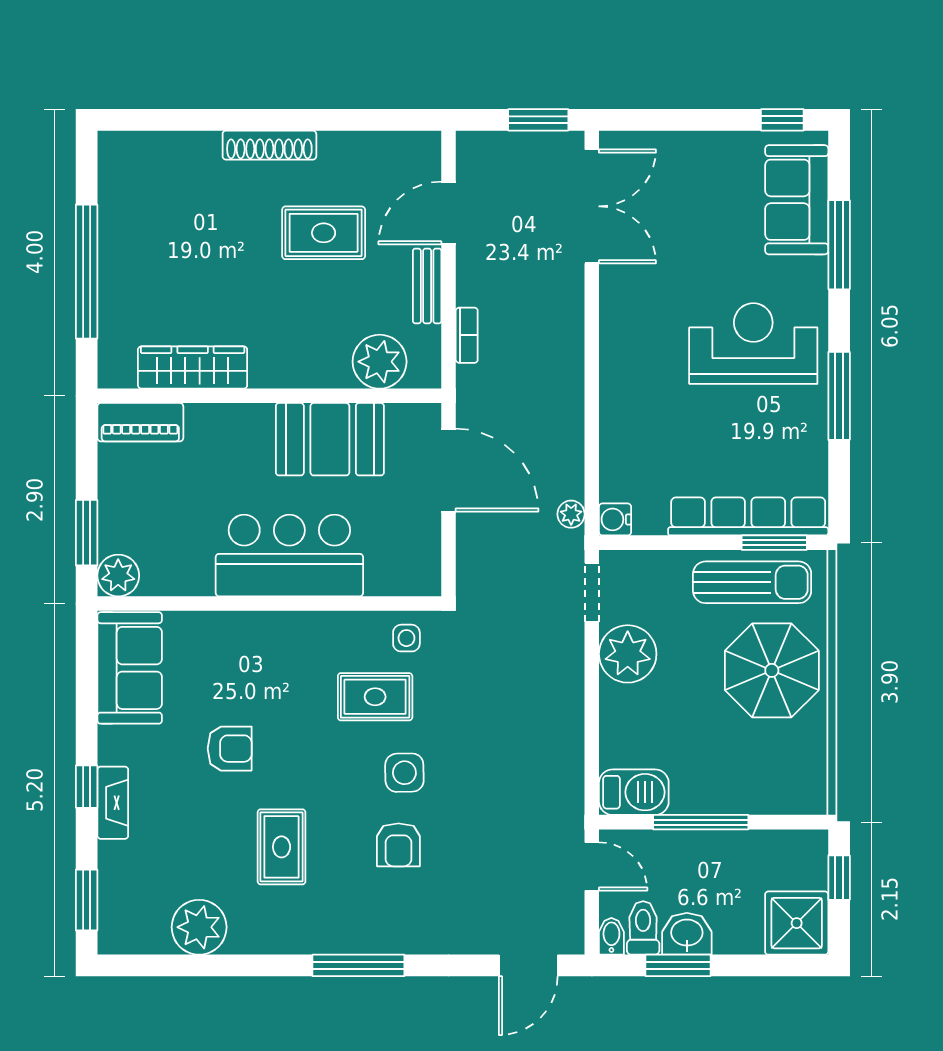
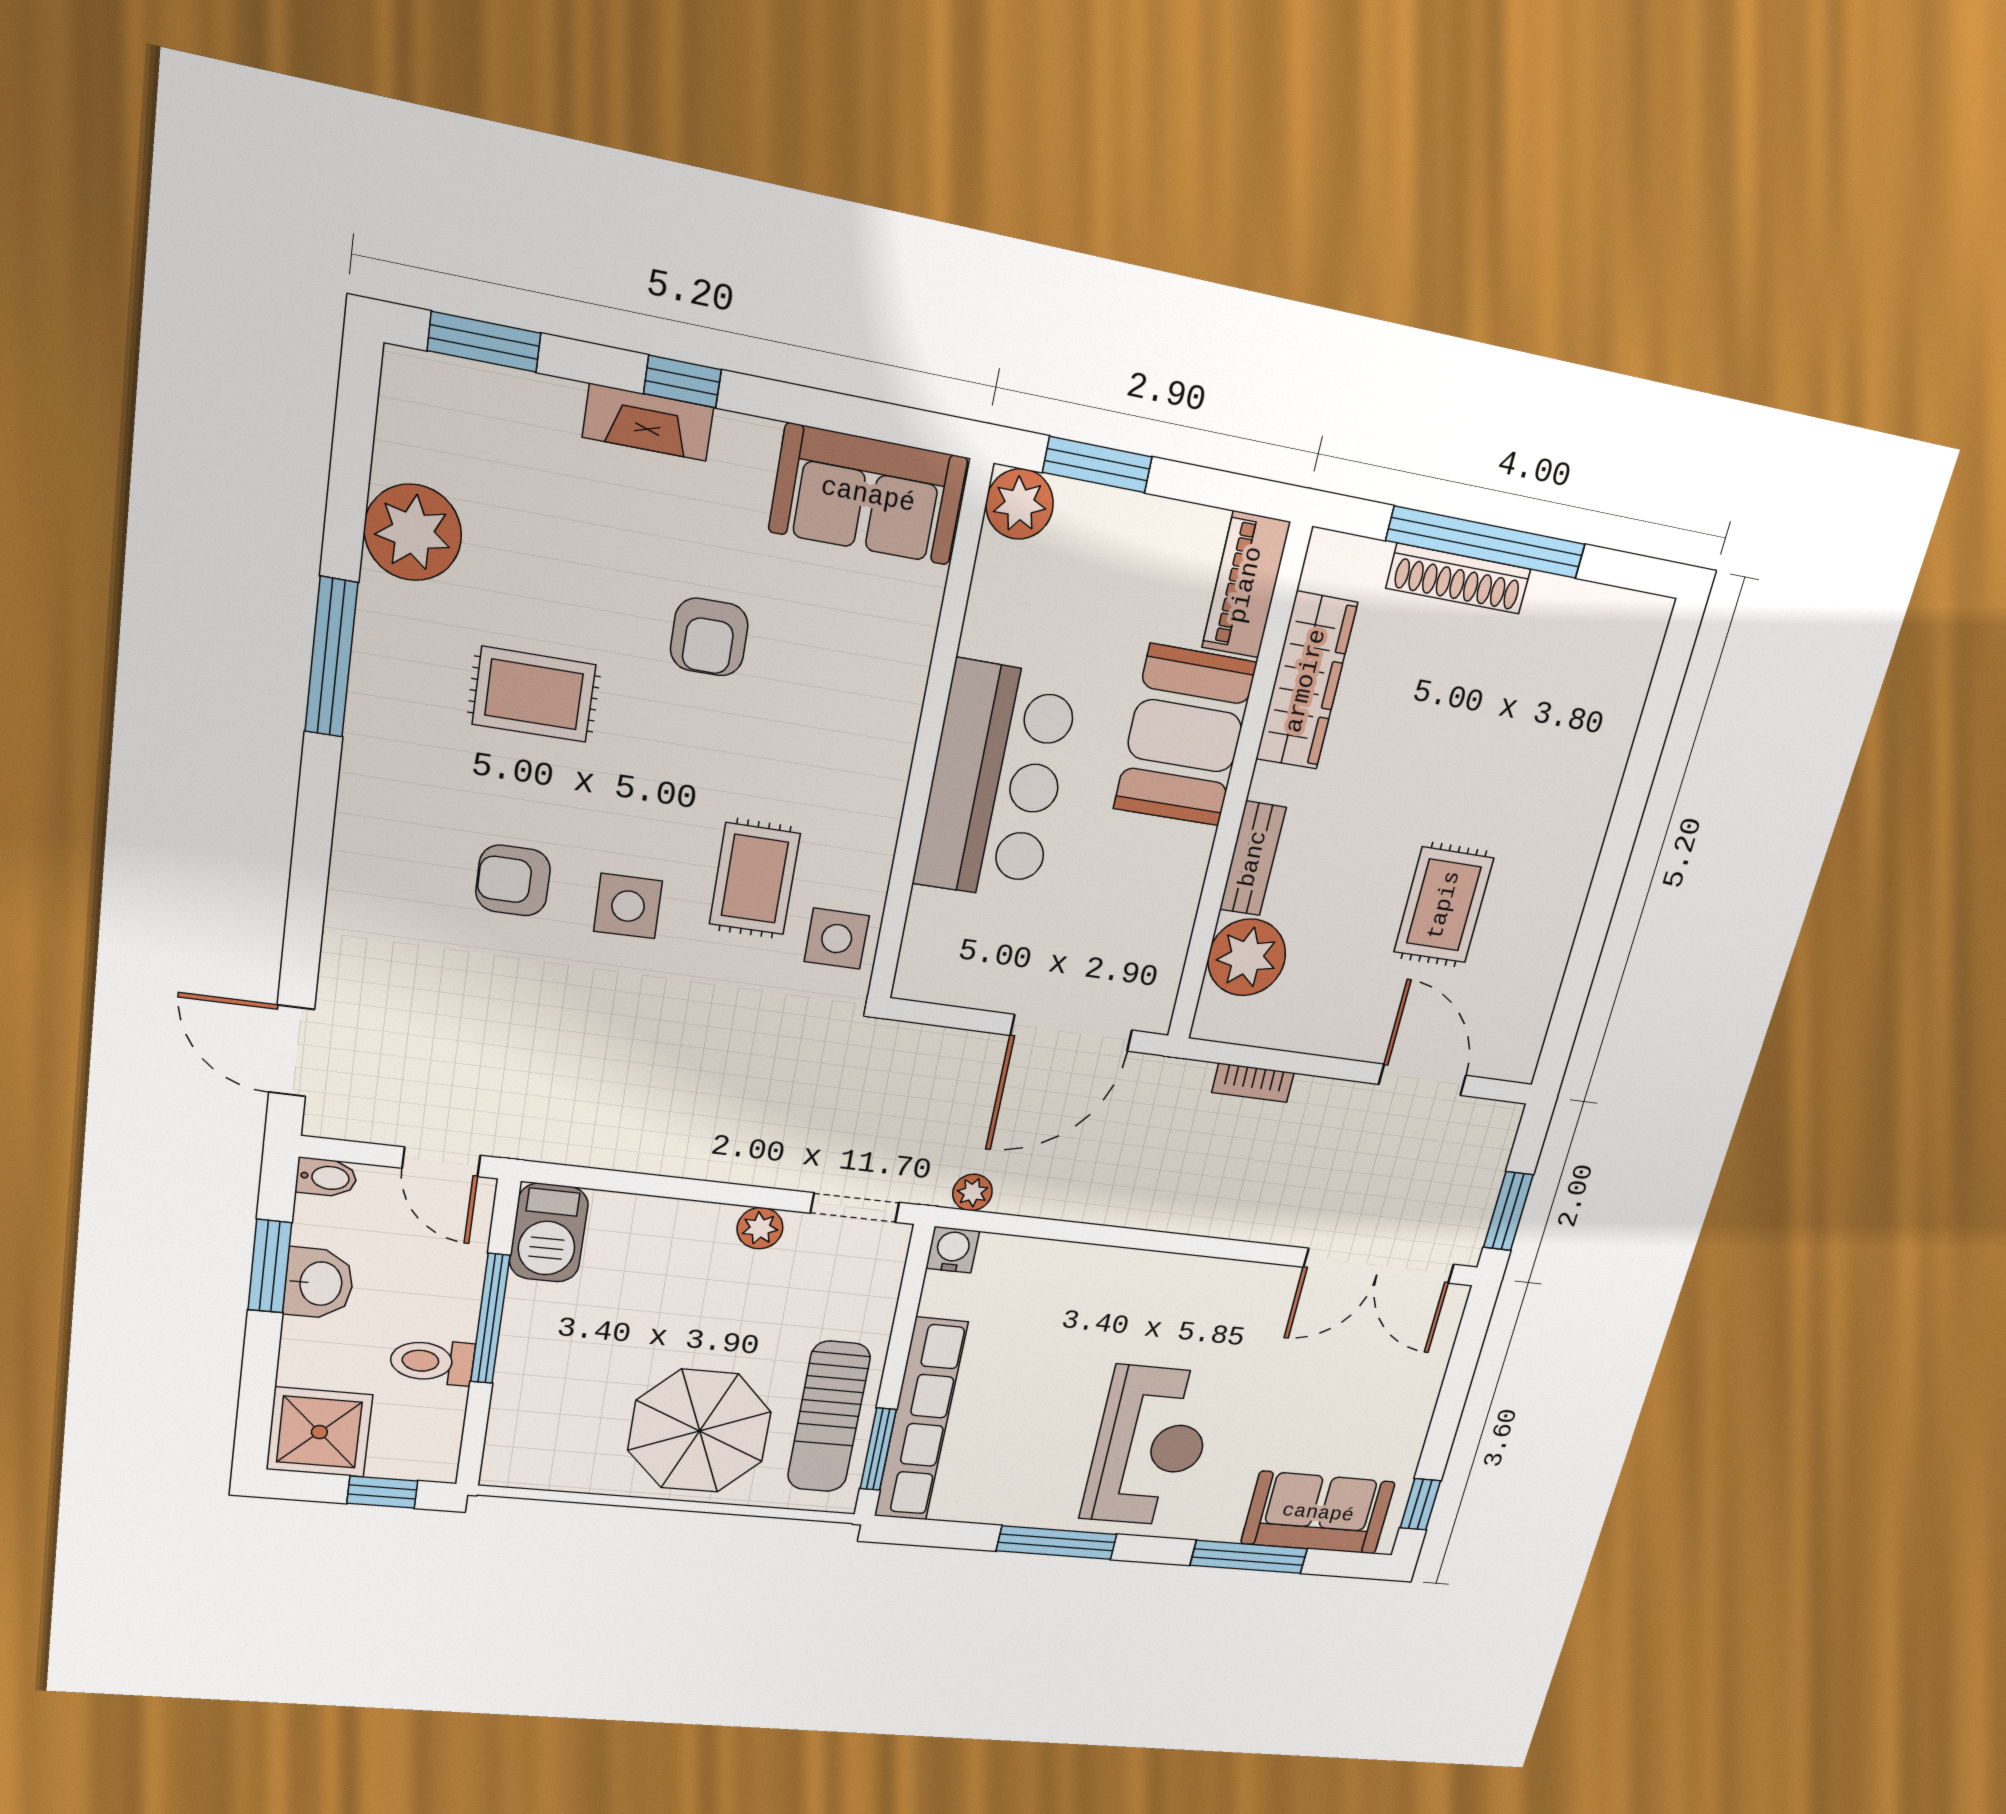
shoe rack: (269, 145) -> (1459, 579), moved, turned -90
bench: (427, 286) -> (1253, 859), moved, turned 90
booth: (330, 439) -> (1185, 736), moved
side table: (406, 638) -> (837, 939), width x1.37, depth x1.37
plant: (628, 654) -> (760, 1228), width x0.53, depth x0.53
door: (592, 866) -> (441, 1162), hinge flipped
toilet: (643, 928) -> (432, 1362), moved, turned 180
window: (358, 965) -> (331, 657), moved

